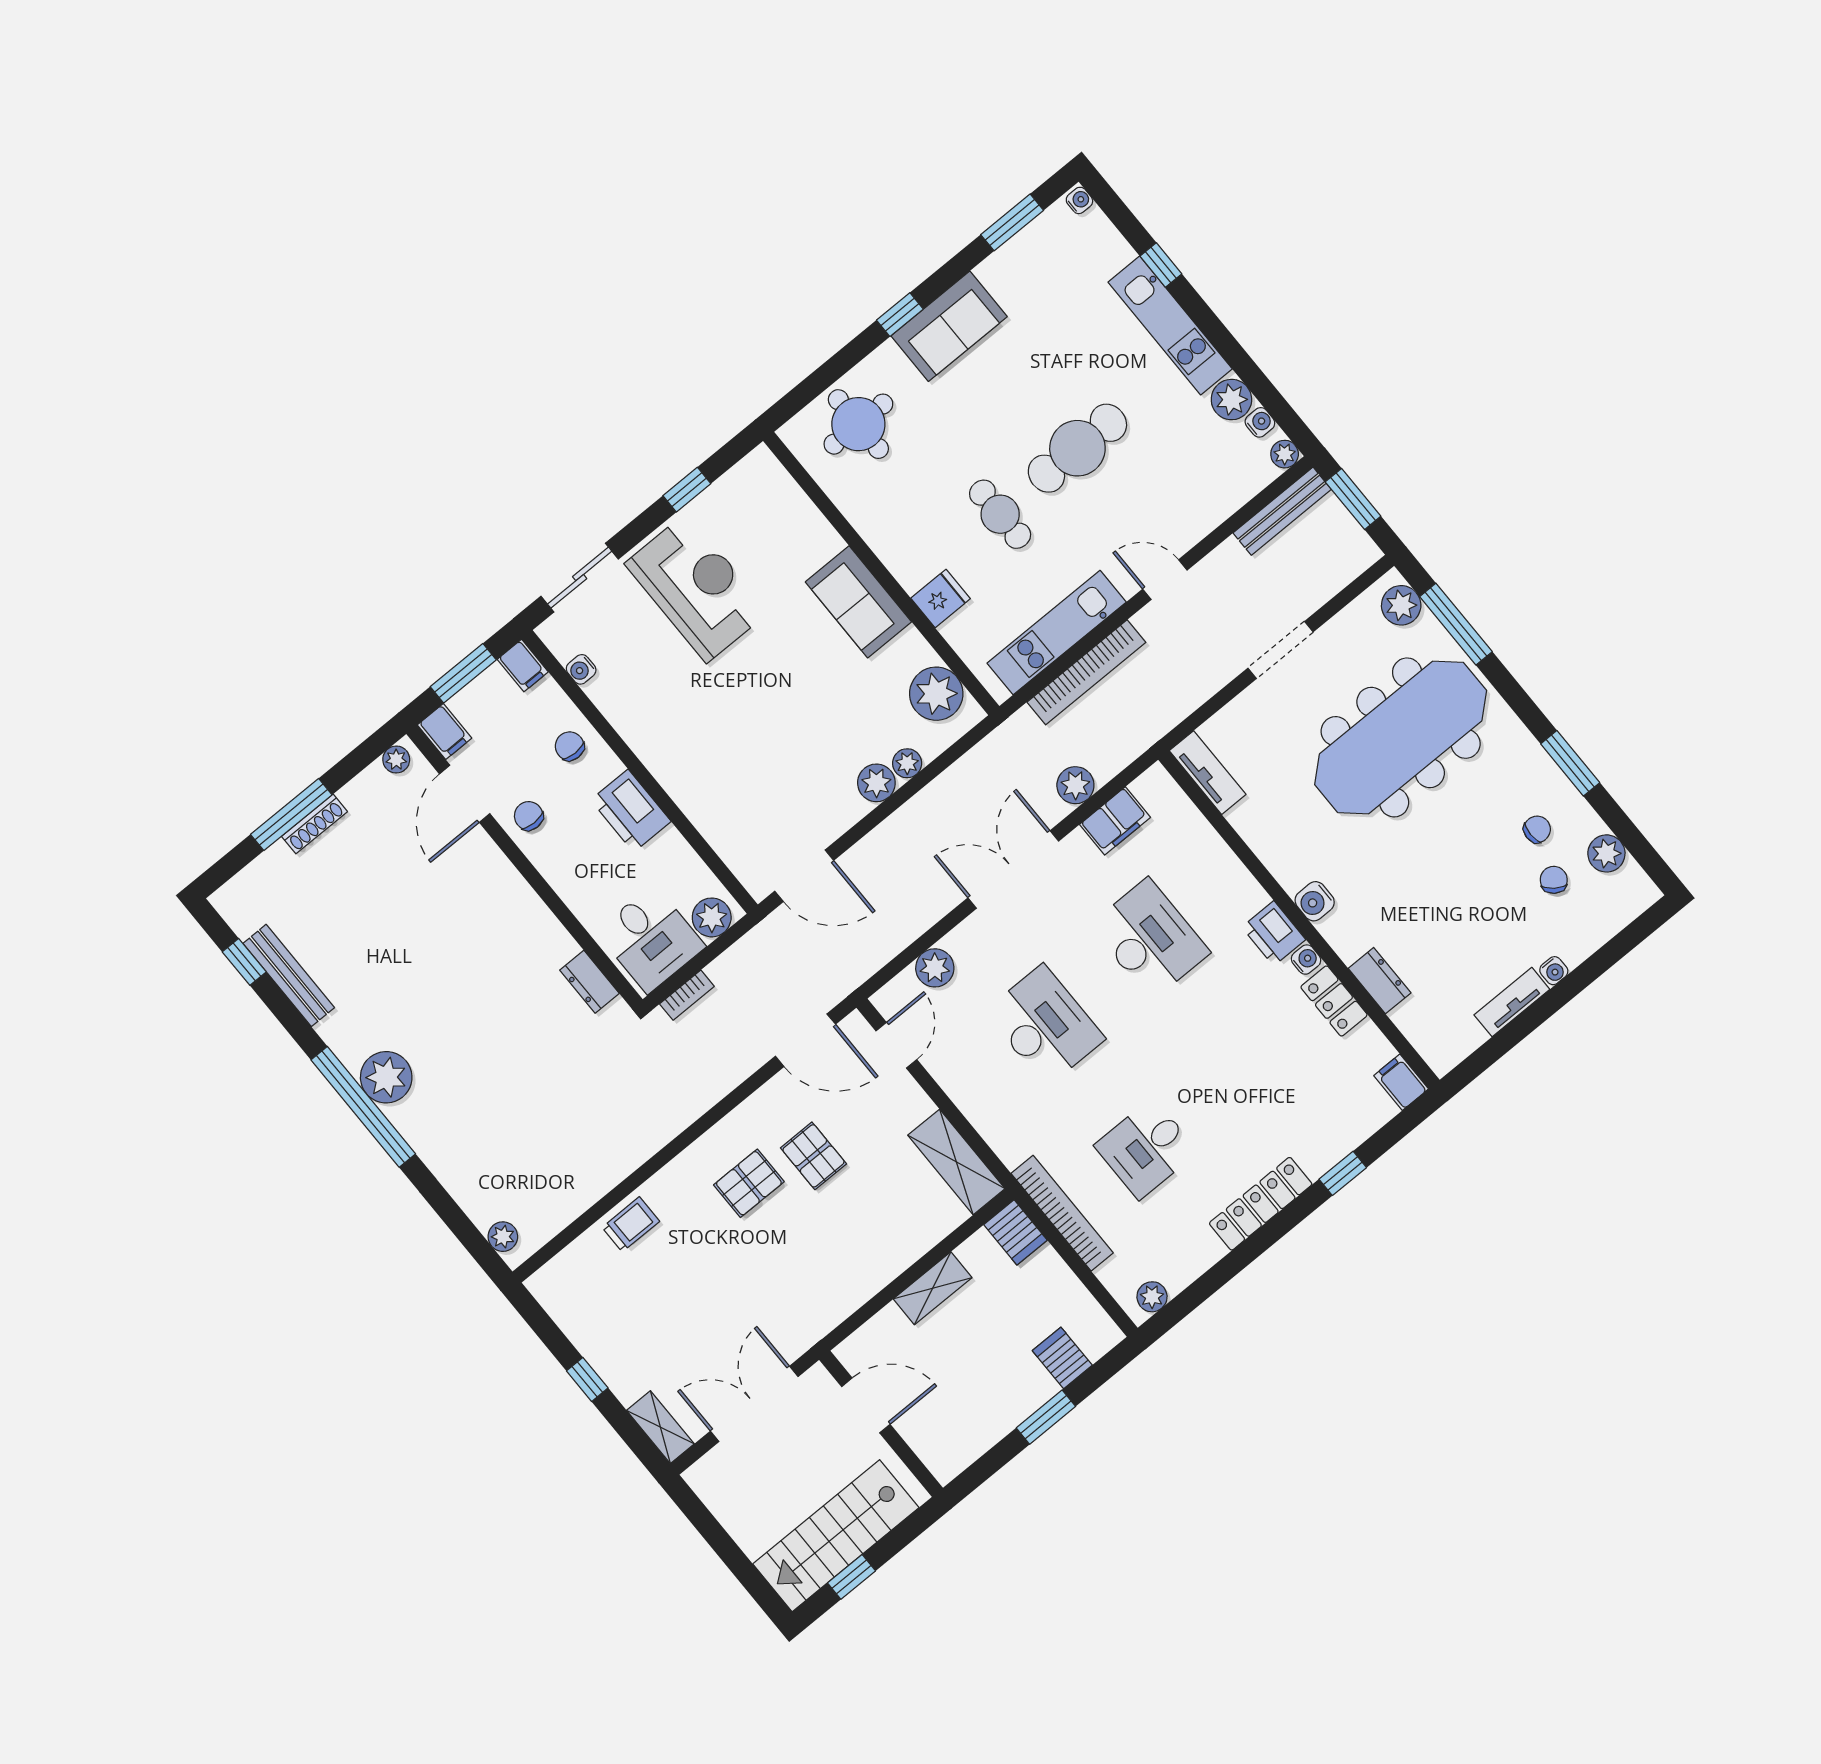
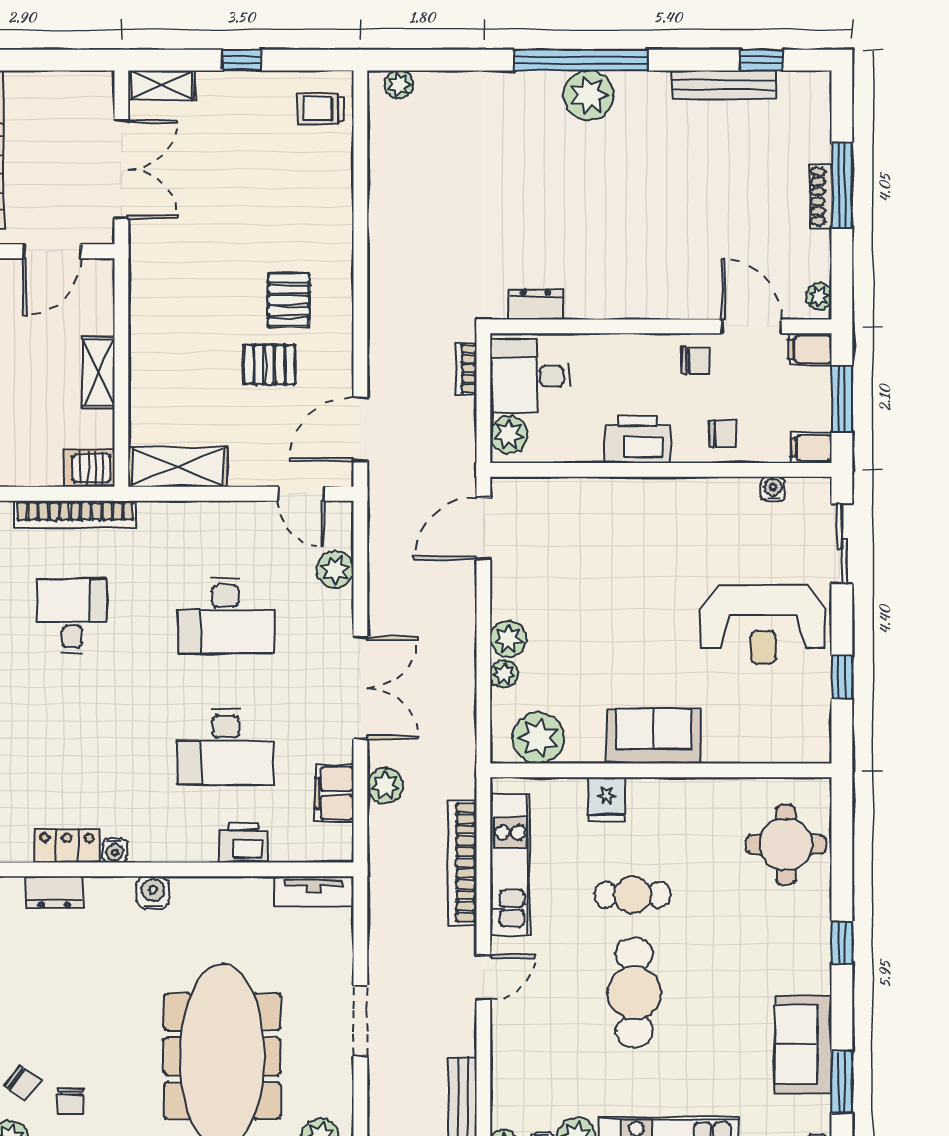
sofa: (949, 326) -> (803, 1044), moved
printer: (1274, 933) -> (243, 842), moved
trolley: (631, 1224) -> (321, 109), moved, turned 90

